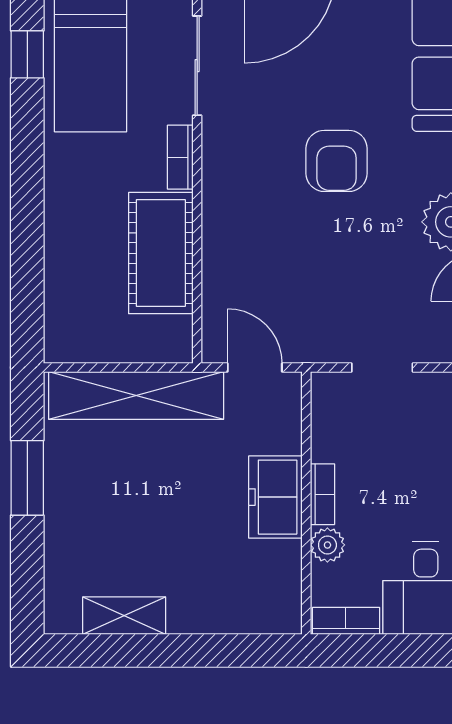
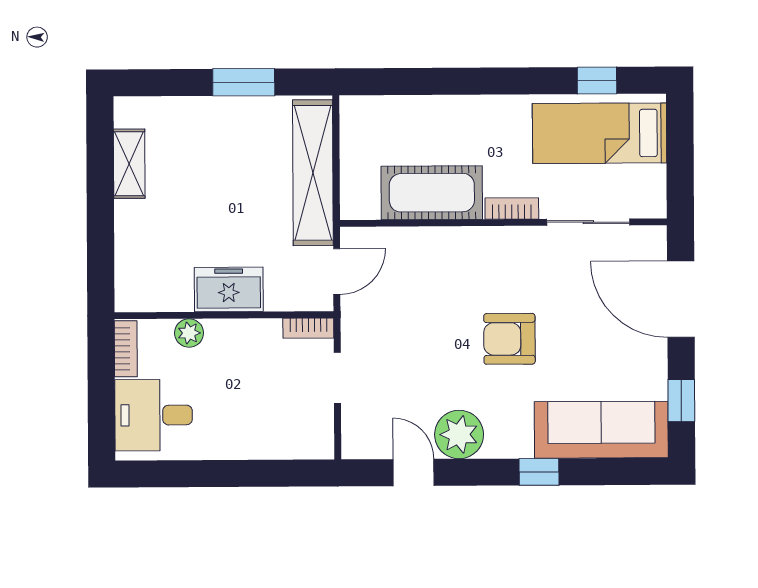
bookcase: (322, 494) -> (308, 328), moved

